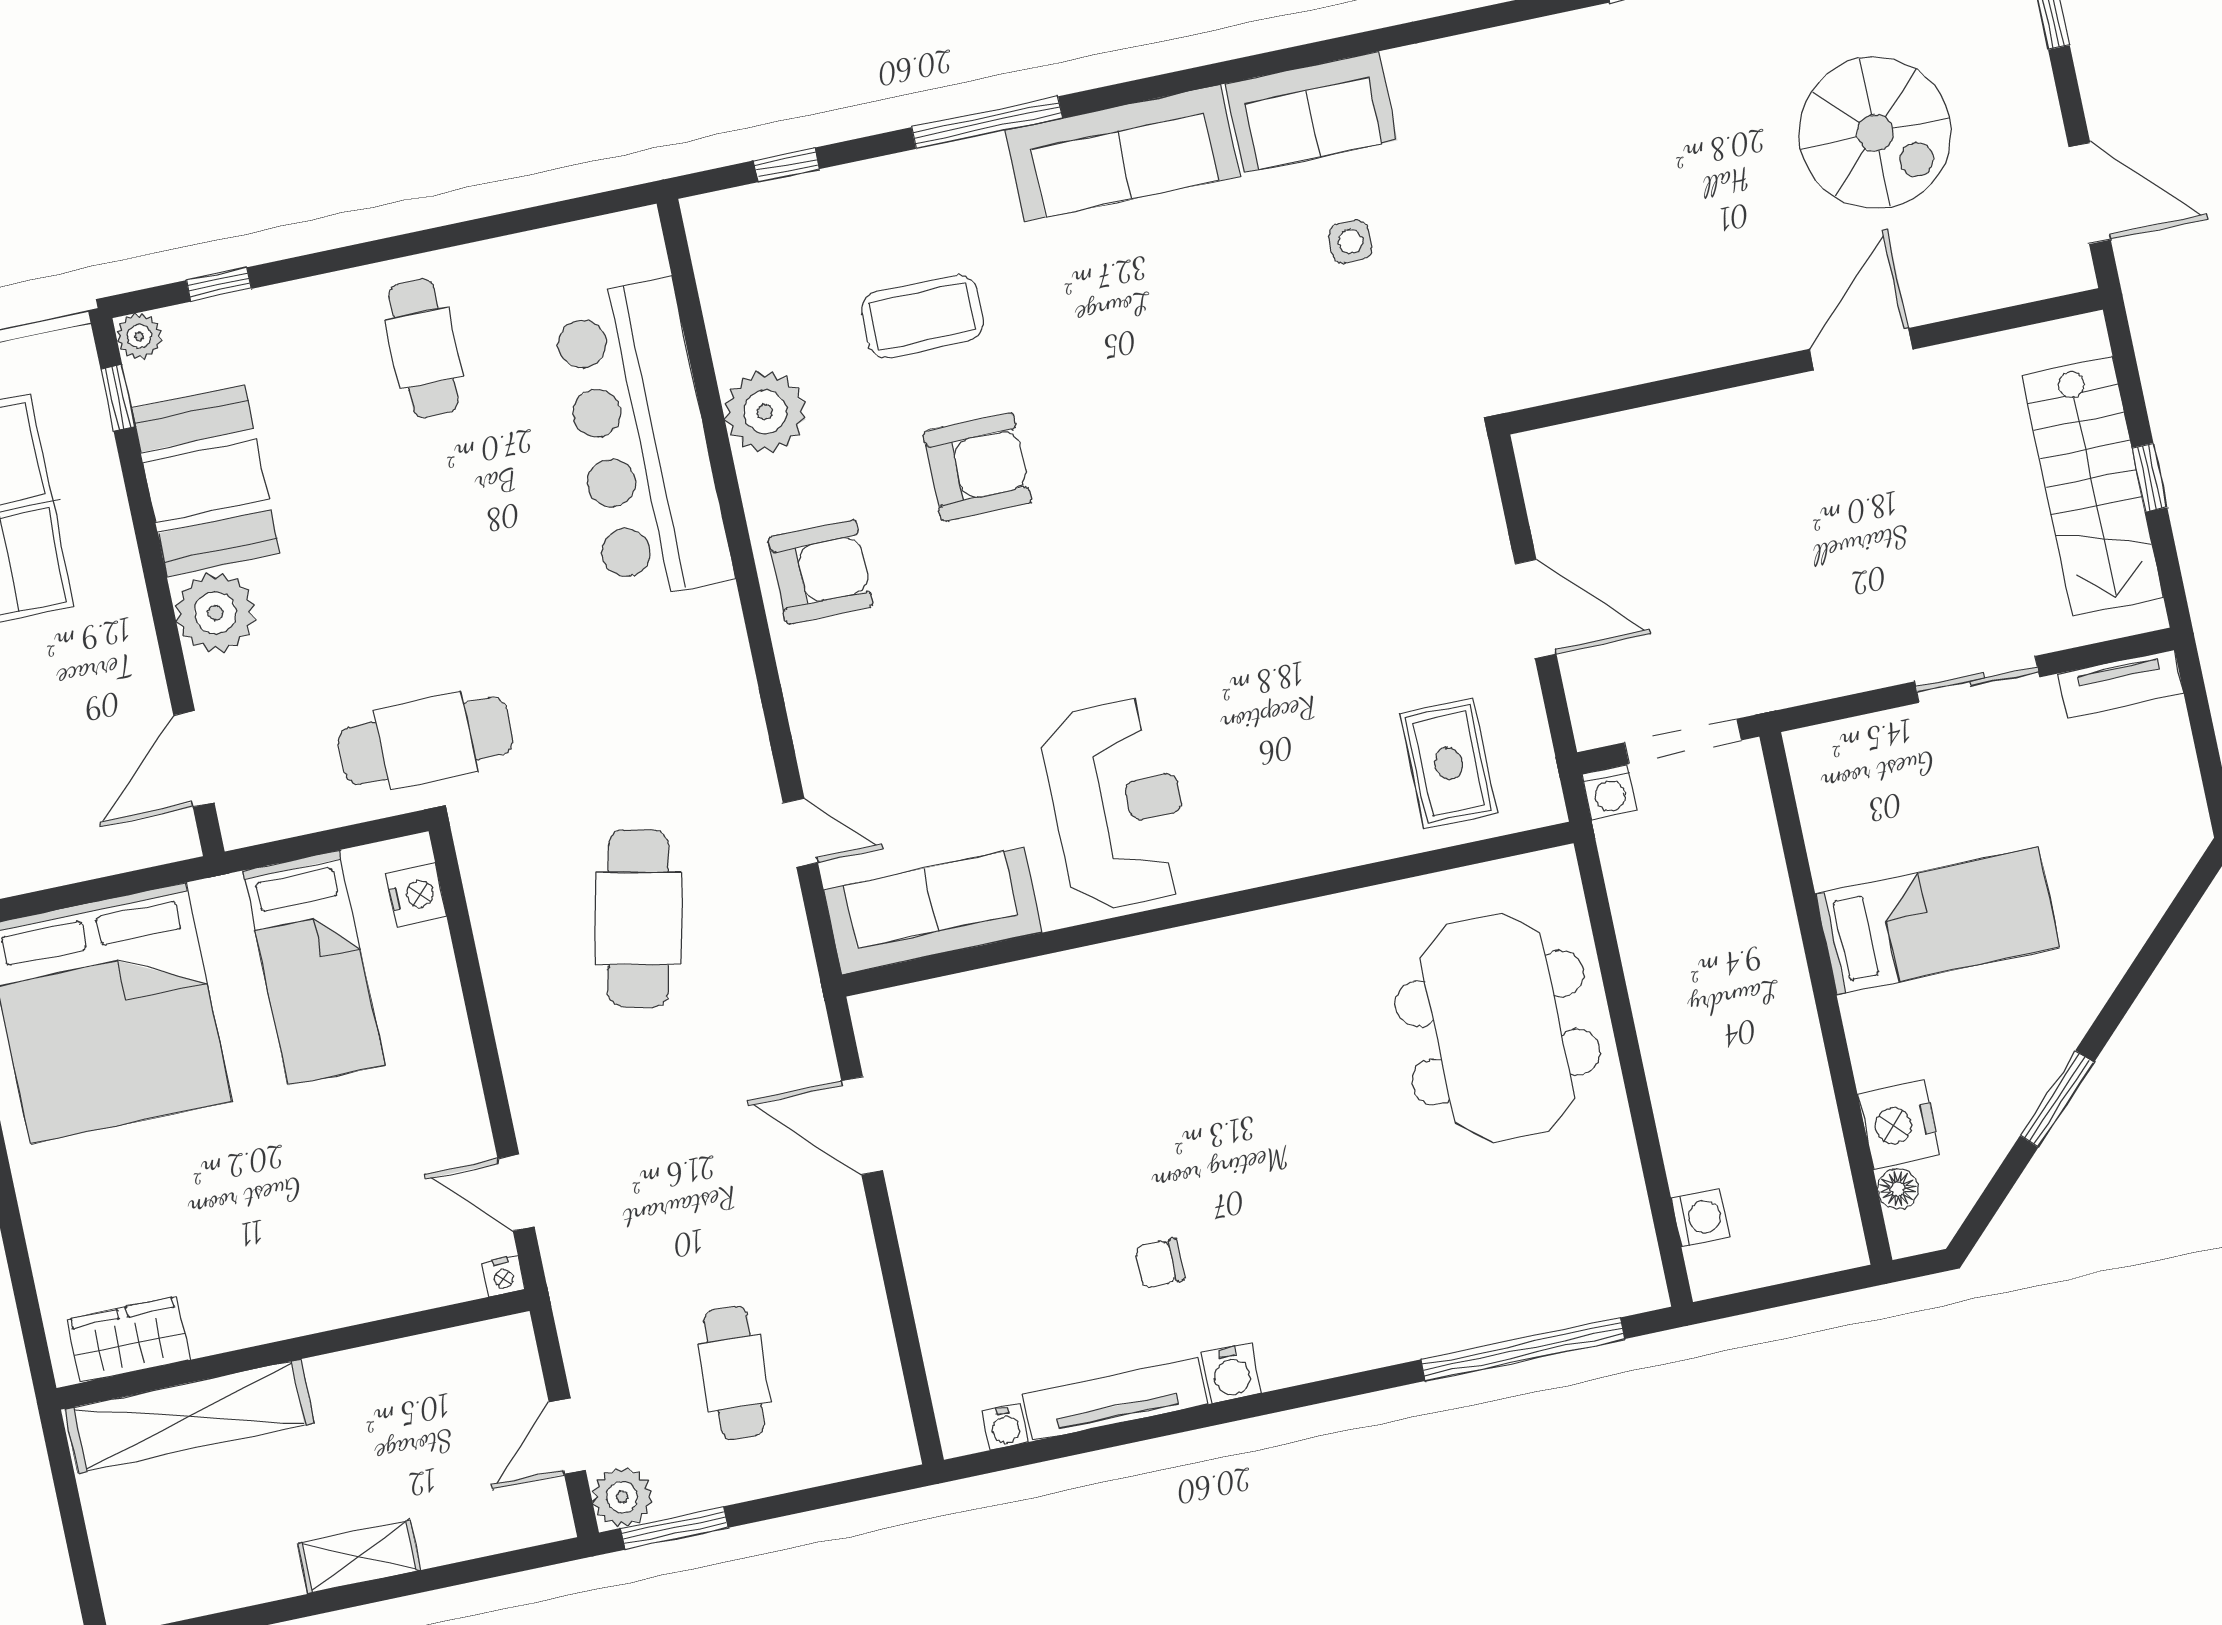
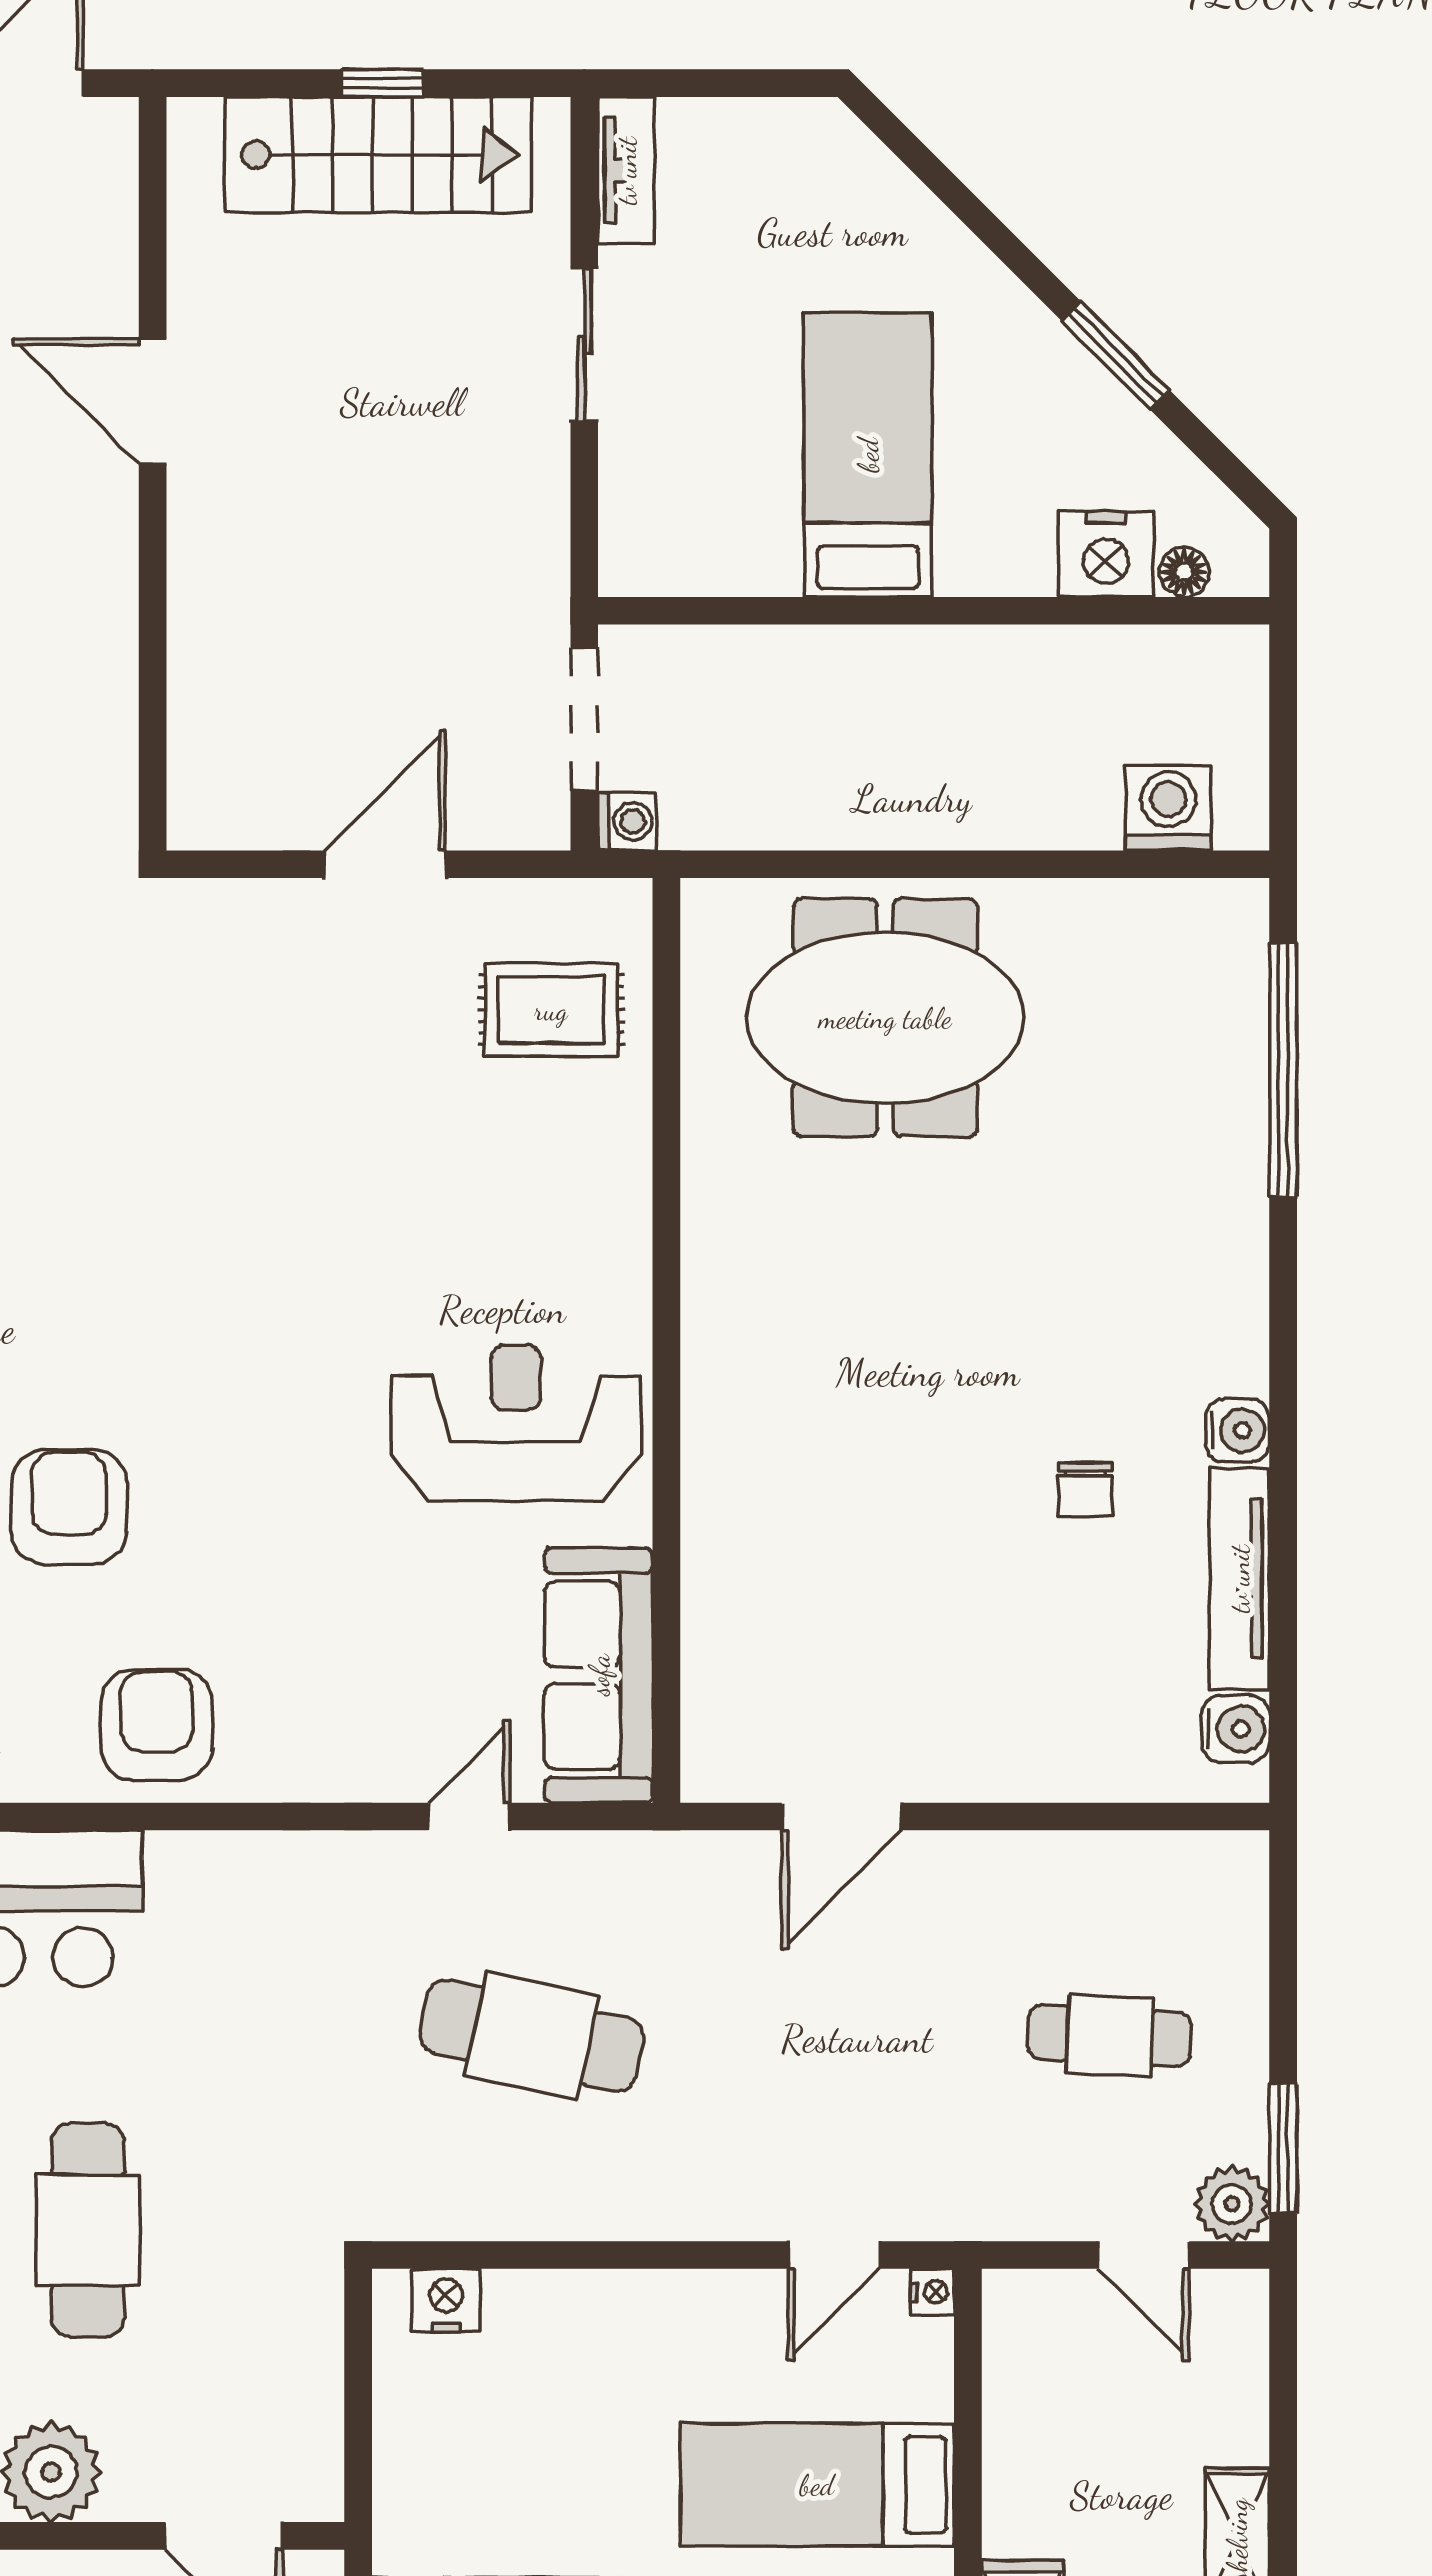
cafe table: (426, 741) -> (88, 2230), moved
bed: (313, 968) -> (817, 2485), moved, turned 180
washing machine: (1701, 1218) -> (1168, 808), width x1.38, depth x1.38
water cooler: (1005, 1427) -> (1235, 1729), width x1.38, depth x1.38

